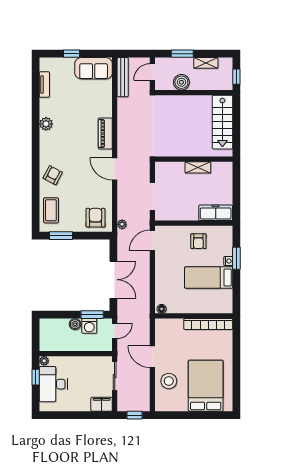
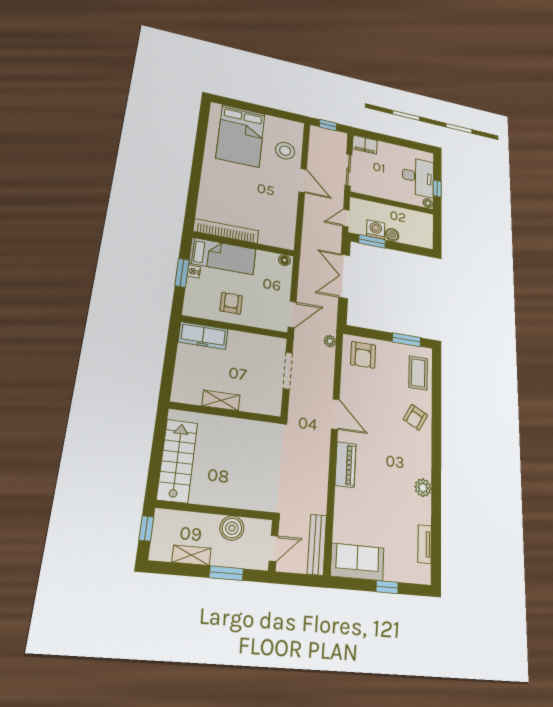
floor lamp: (162, 309) -> (284, 260), moved
wall: (194, 316) -> (244, 244), moved
bookcase: (208, 324) -> (226, 231), moved

